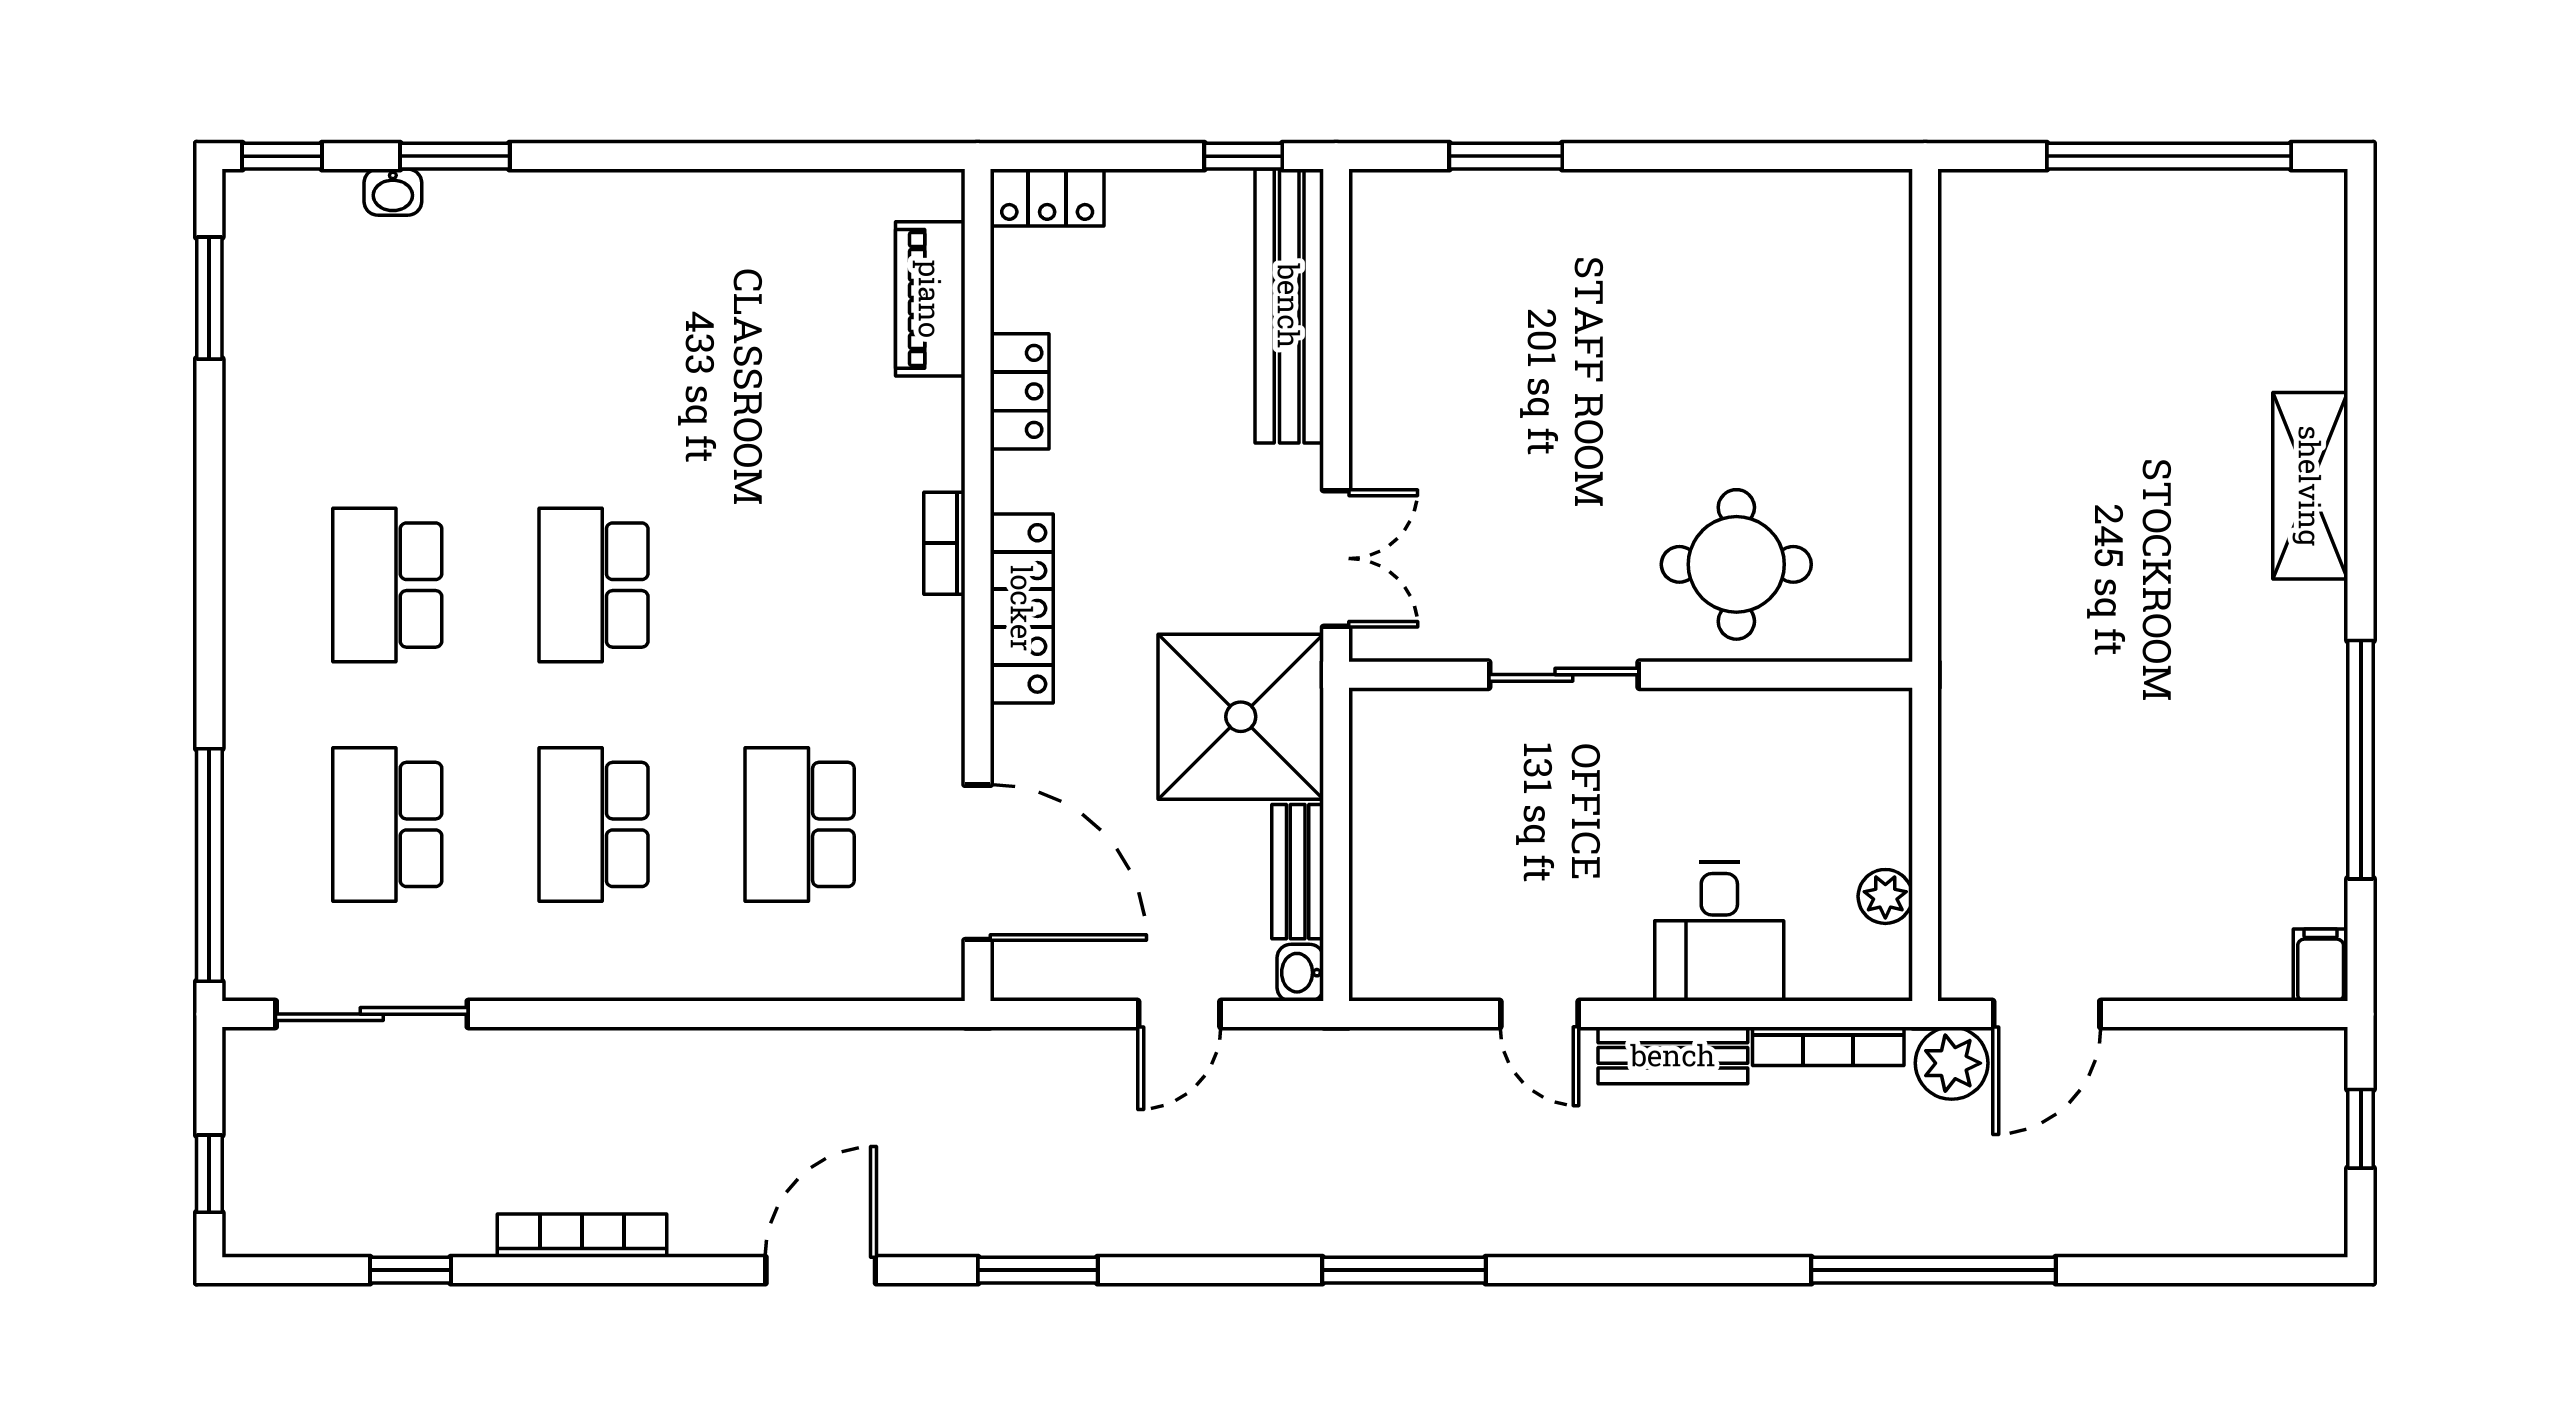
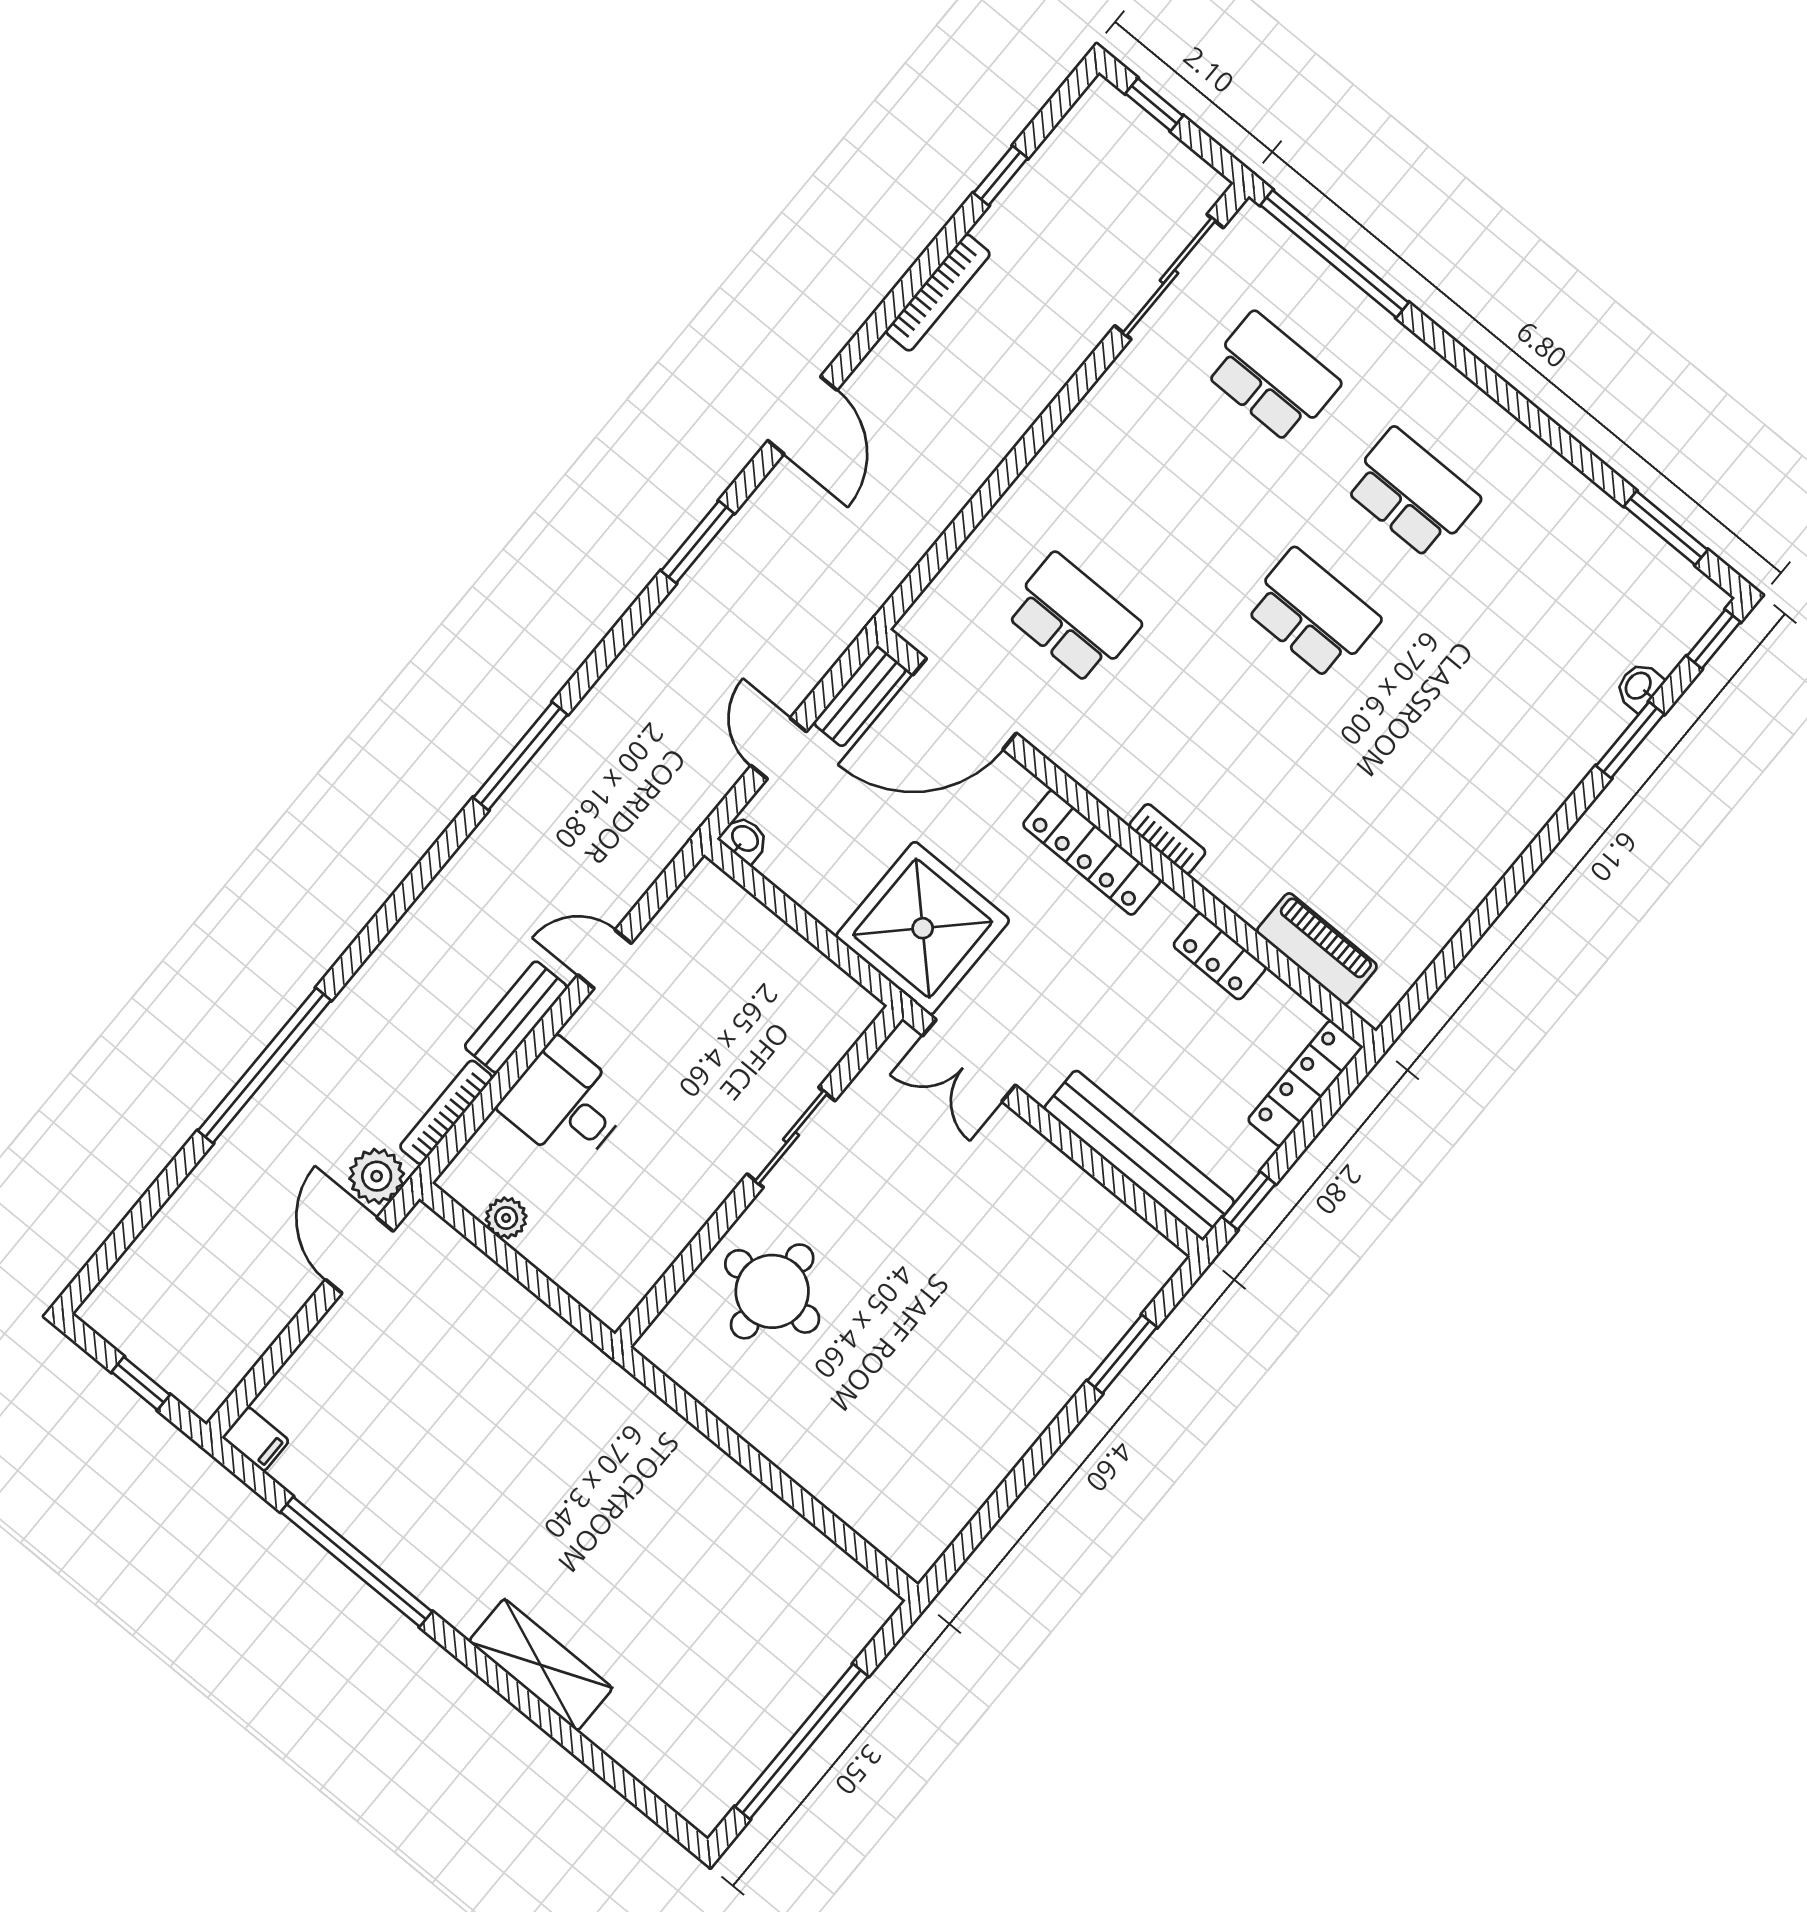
locker: (1047, 198) -> (1305, 1083), width x1.53
school desk: (593, 824) -> (1173, 498), removed
bench: (1298, 872) -> (860, 696), moved, turned 90

